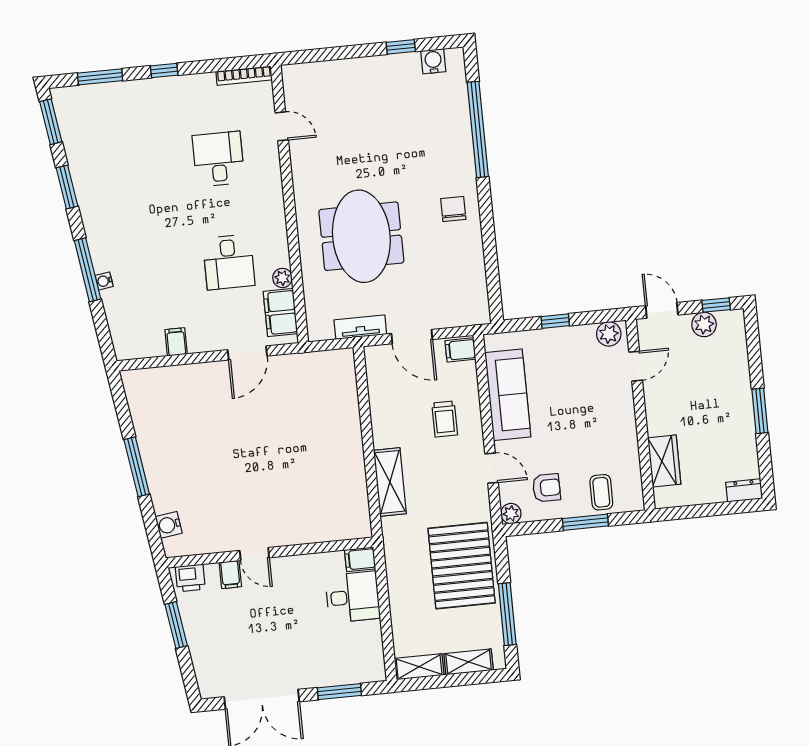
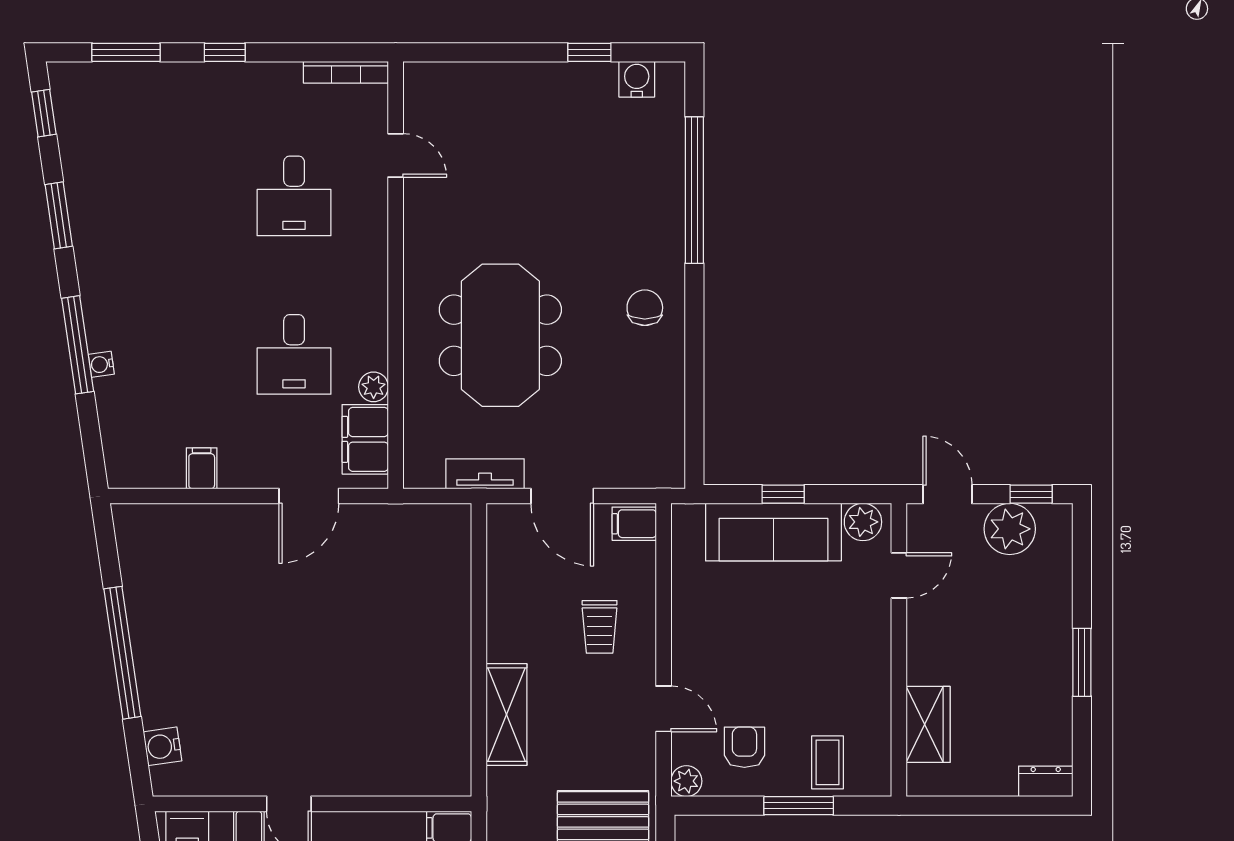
window: (51, 122) -> (44, 113), width x0.67
desk: (218, 159) -> (294, 196), turned 180
plant: (704, 324) -> (1010, 529), width x1.36, depth x1.36
sofa: (508, 395) -> (773, 532), moved, turned 90
window: (137, 467) -> (122, 653), width x1.46
armchair: (546, 488) -> (744, 747), turned -90

